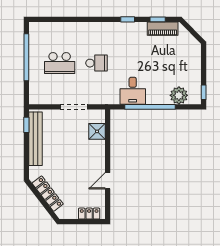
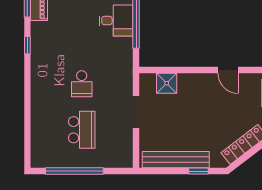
school desk: (97, 63) -> (82, 84), turned 180
desk: (133, 91) -> (116, 21), moved
window: (26, 125) -> (198, 171), moved

